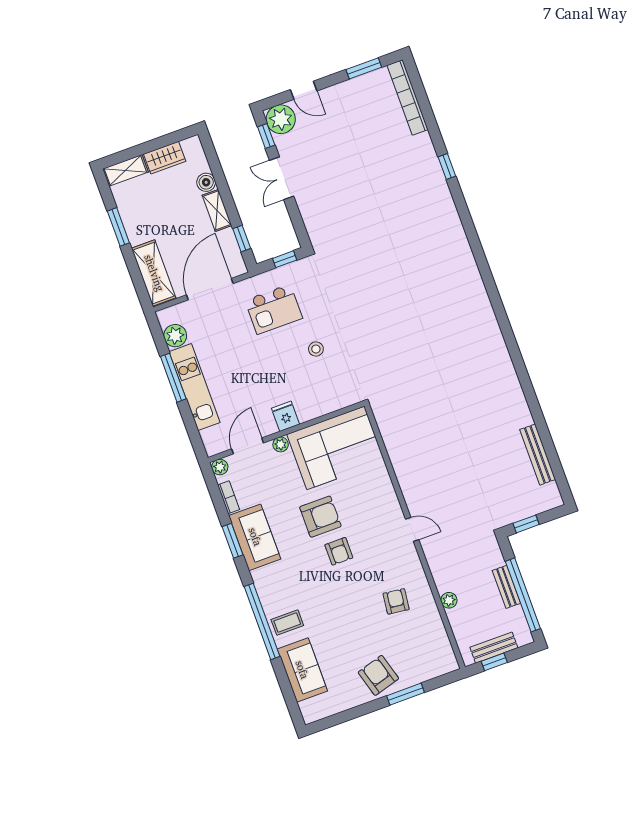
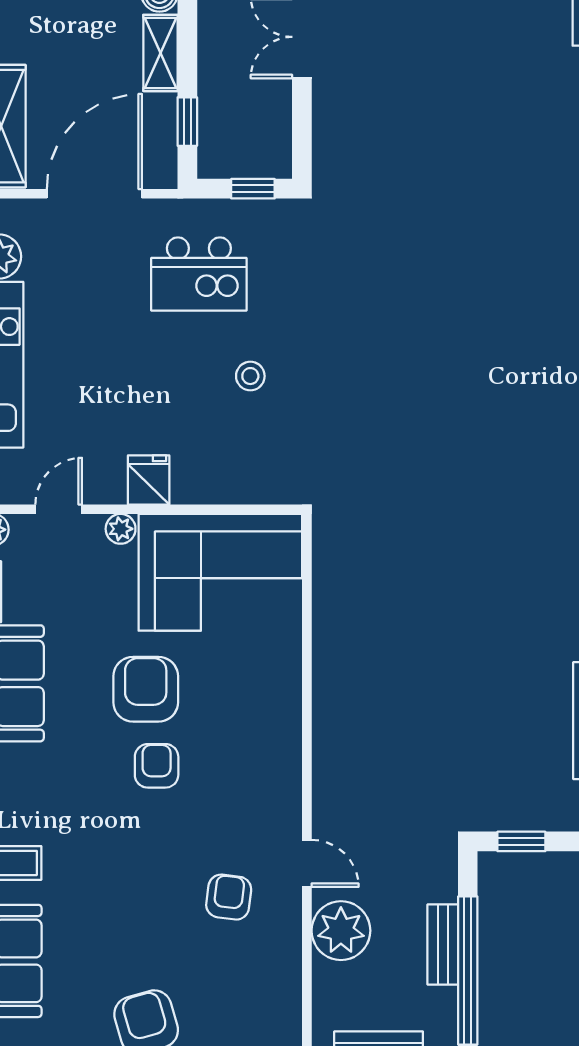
door: (248, 446) -> (59, 509), width x0.73
armchair: (320, 517) -> (146, 689), turned -90
door: (412, 529) -> (307, 863), moved
armchair: (339, 551) -> (157, 766), turned 180
plant: (449, 600) -> (341, 931), width x1.87, depth x1.87

